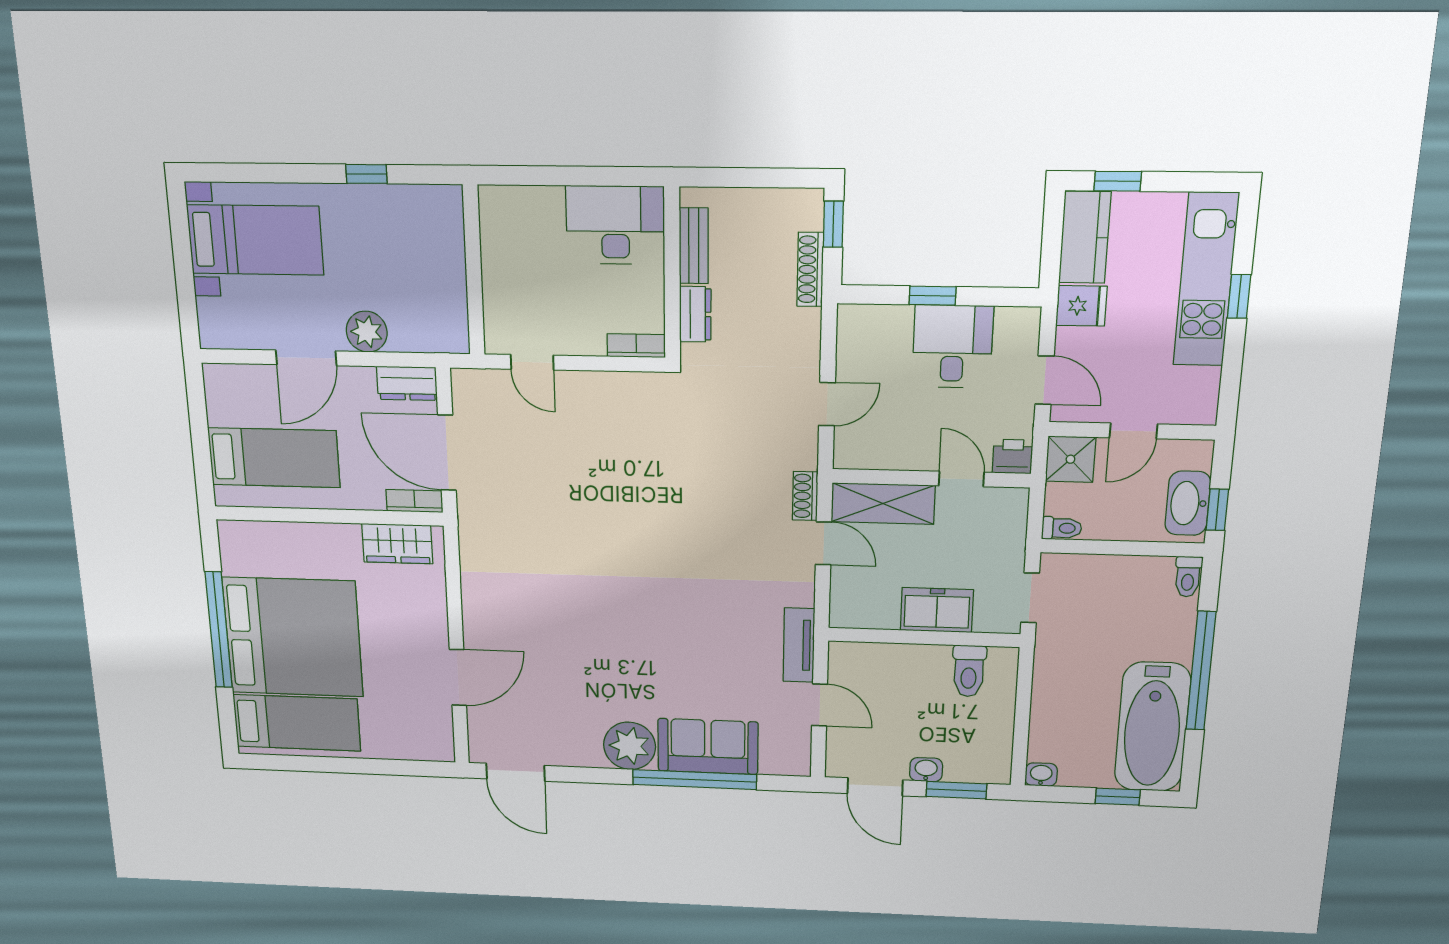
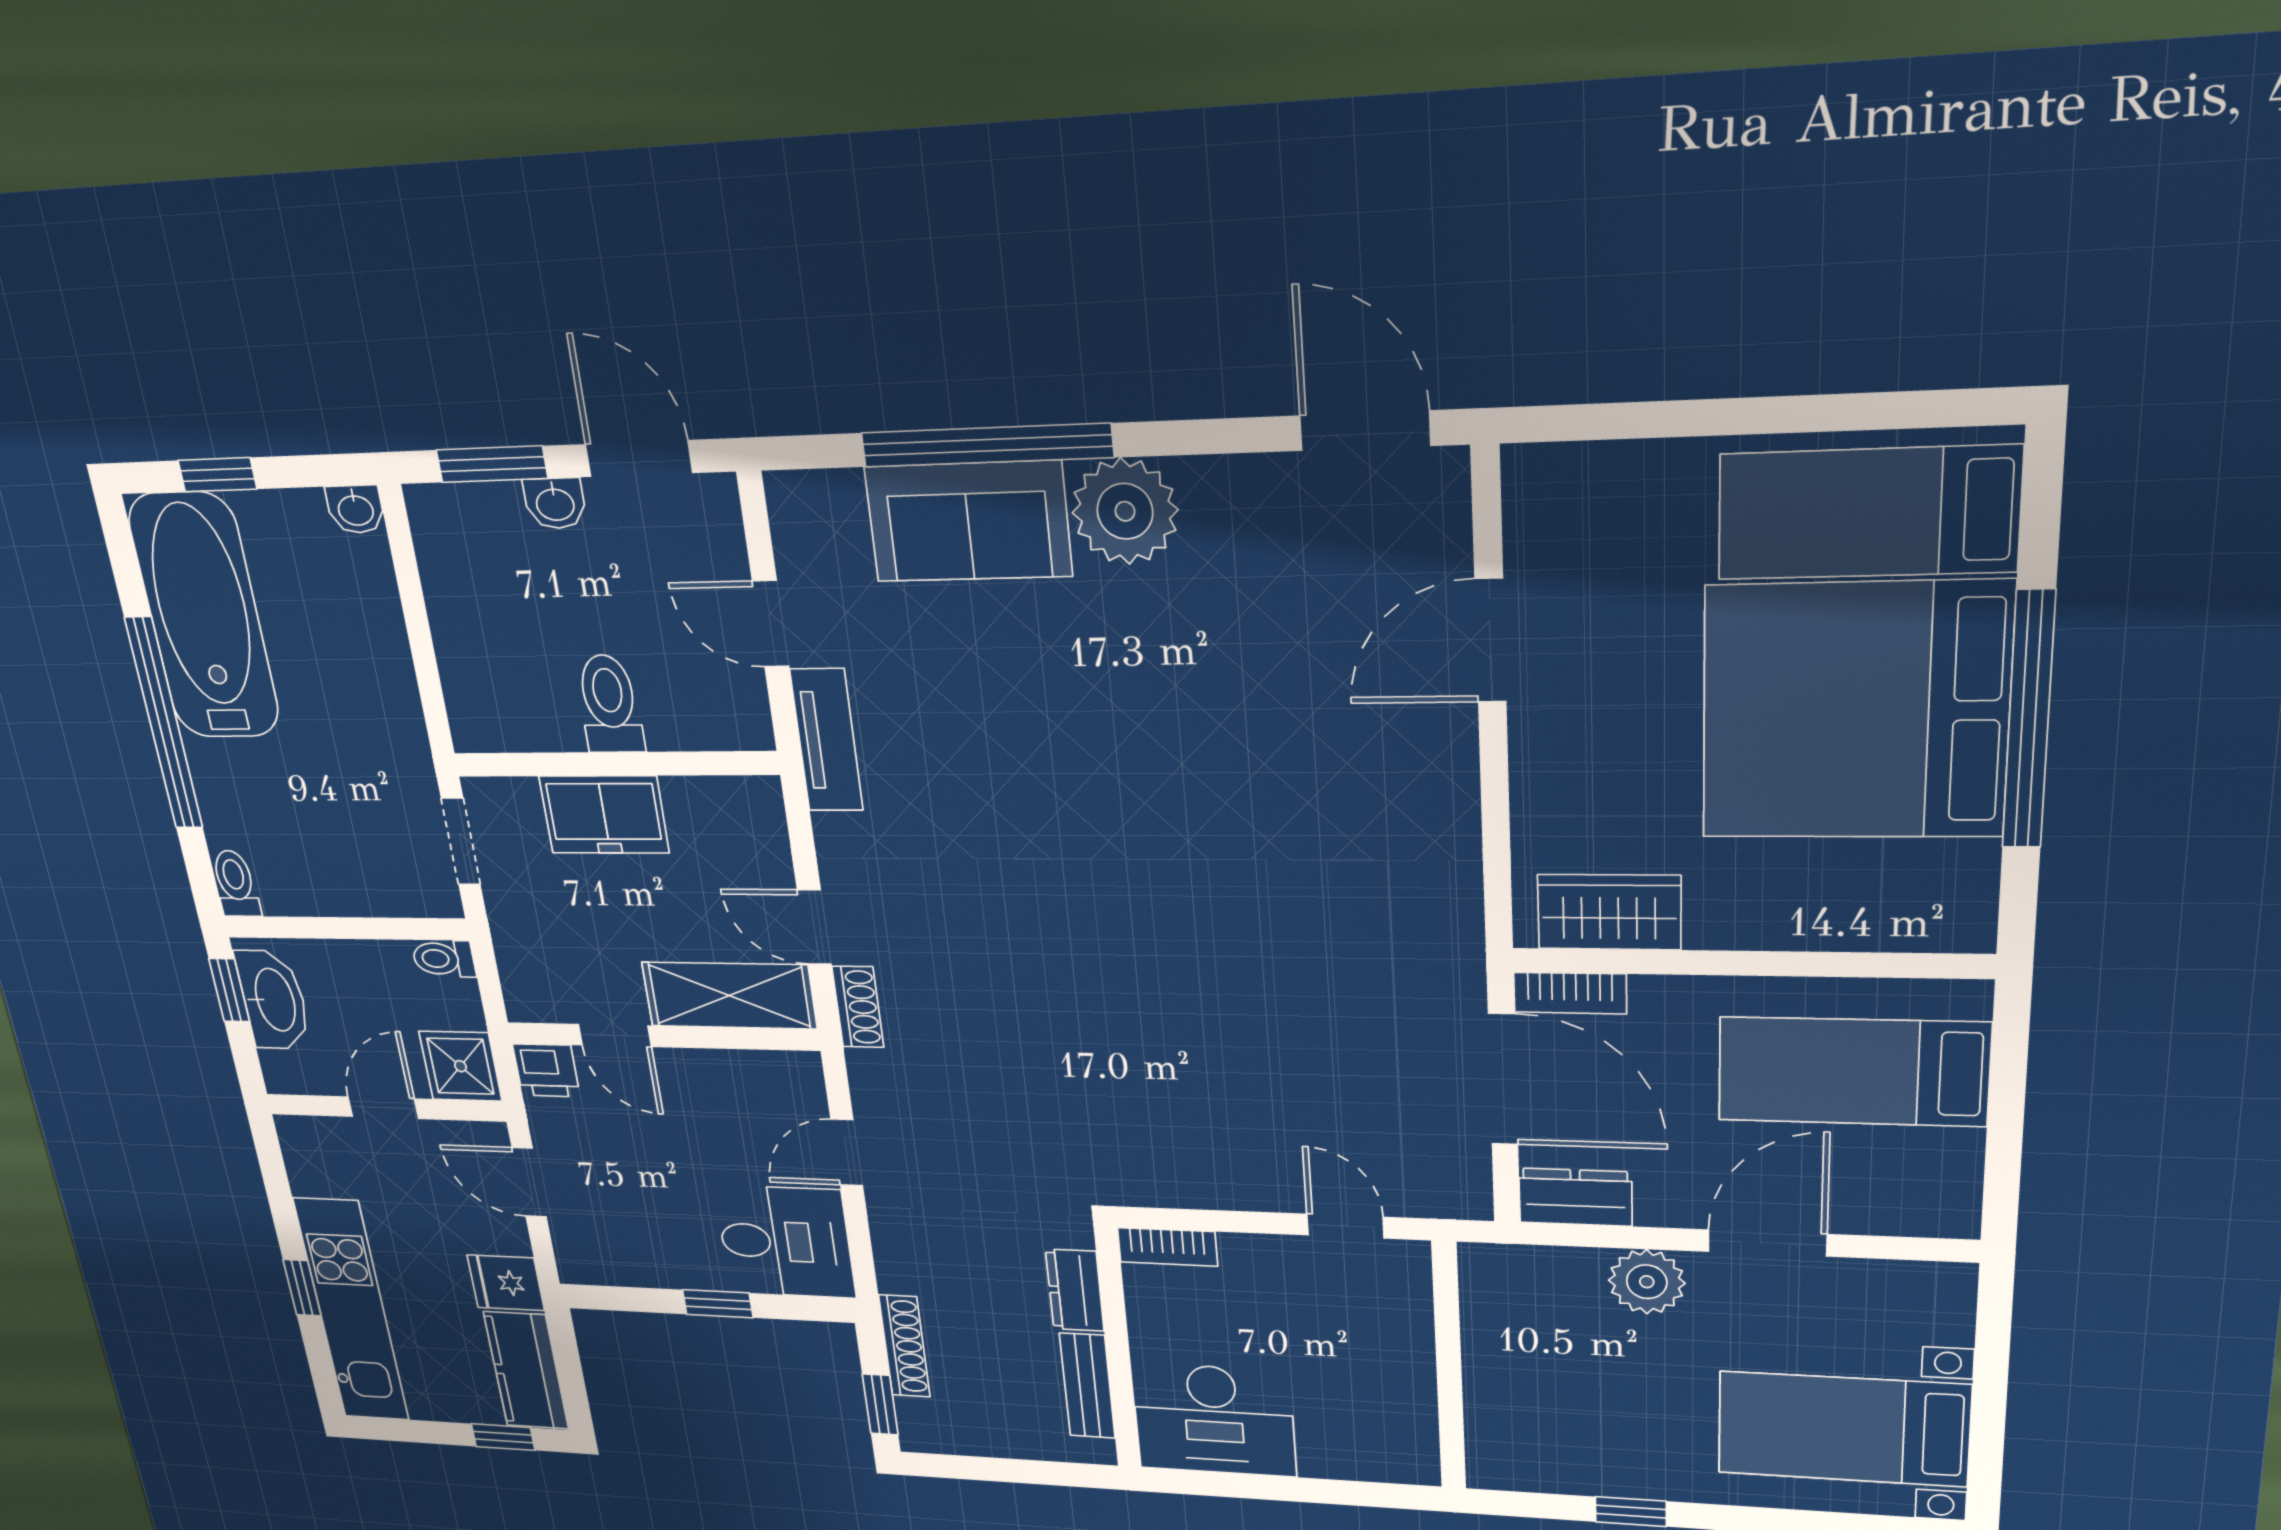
desk: (953, 347) -> (785, 1242), moved, turned -90
toilet: (969, 671) -> (610, 704), moved

